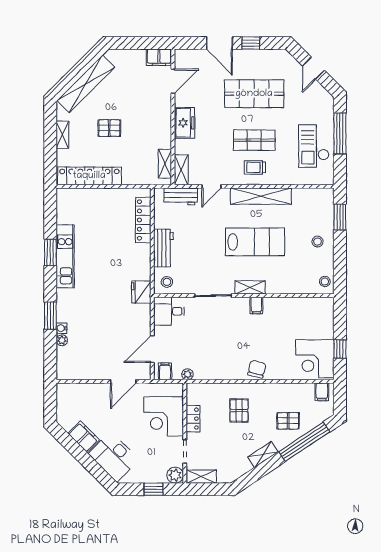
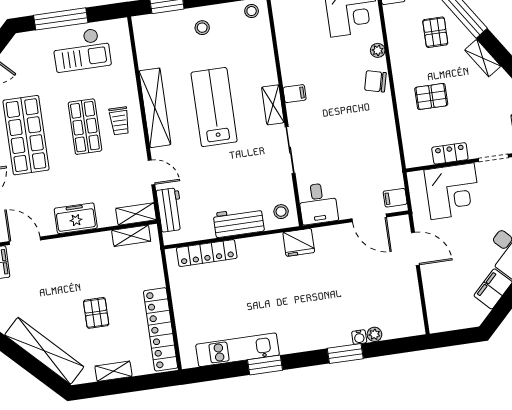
kitchen unit: (65, 256) -> (238, 350), moved
plant: (187, 374) -> (378, 50), moved

